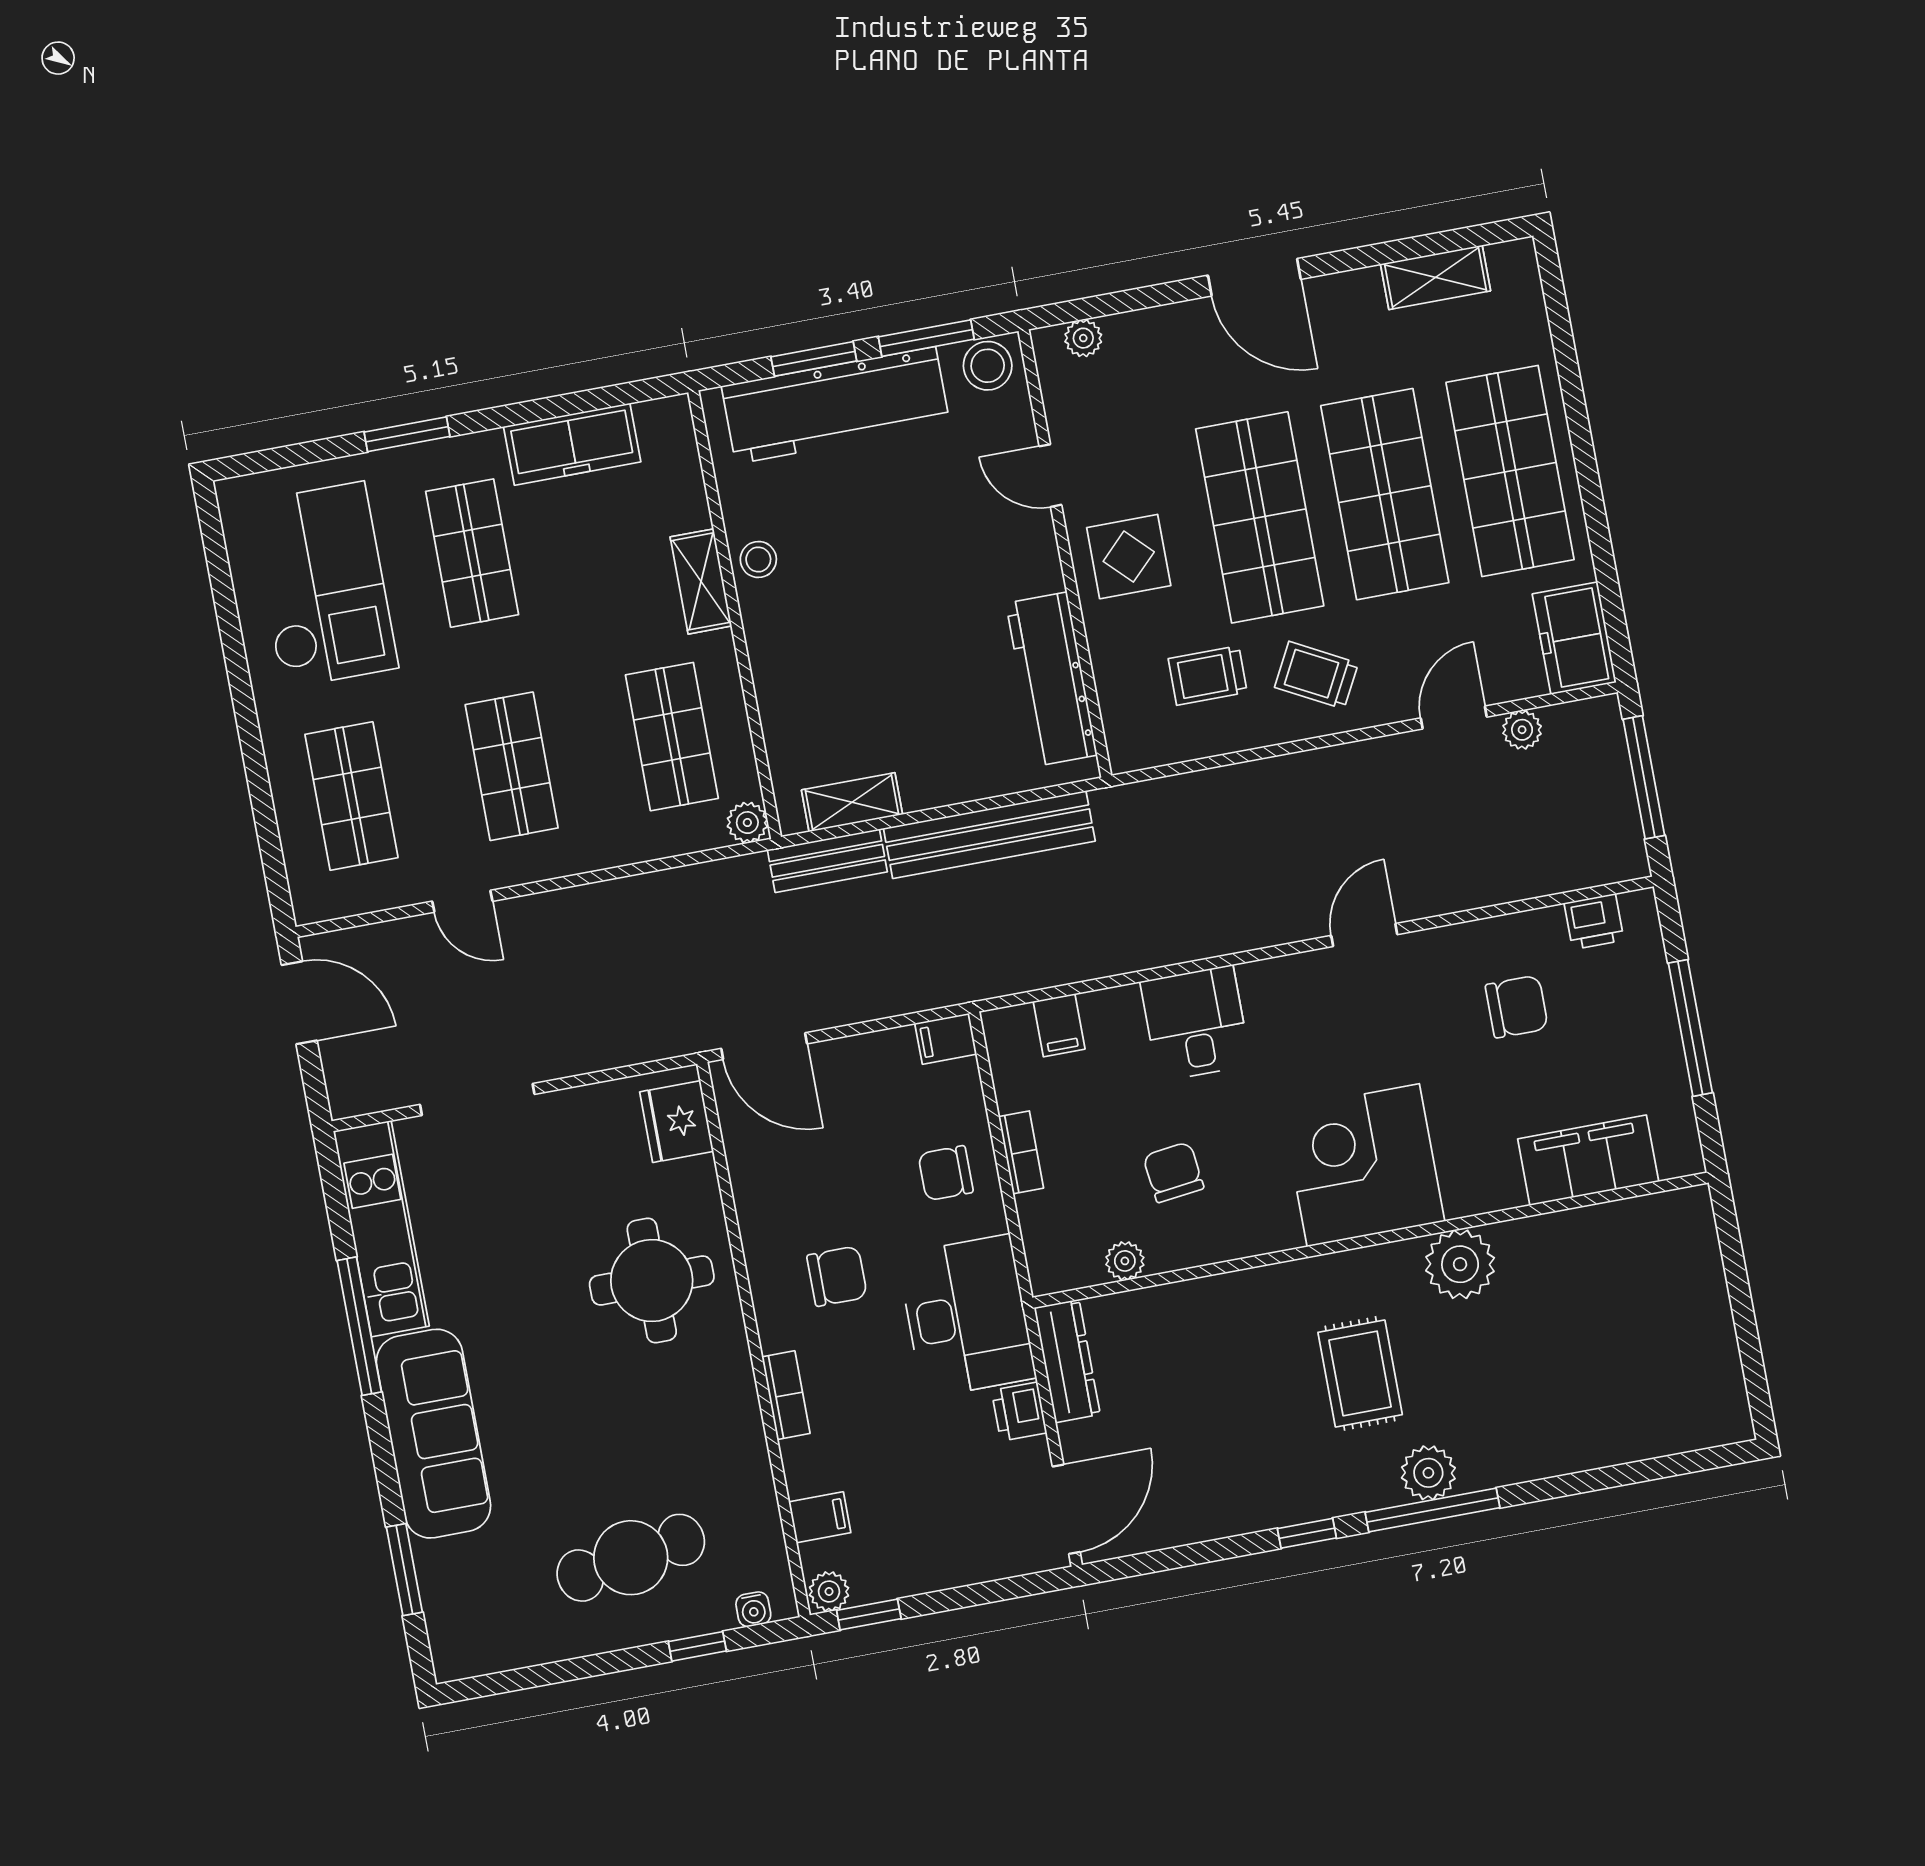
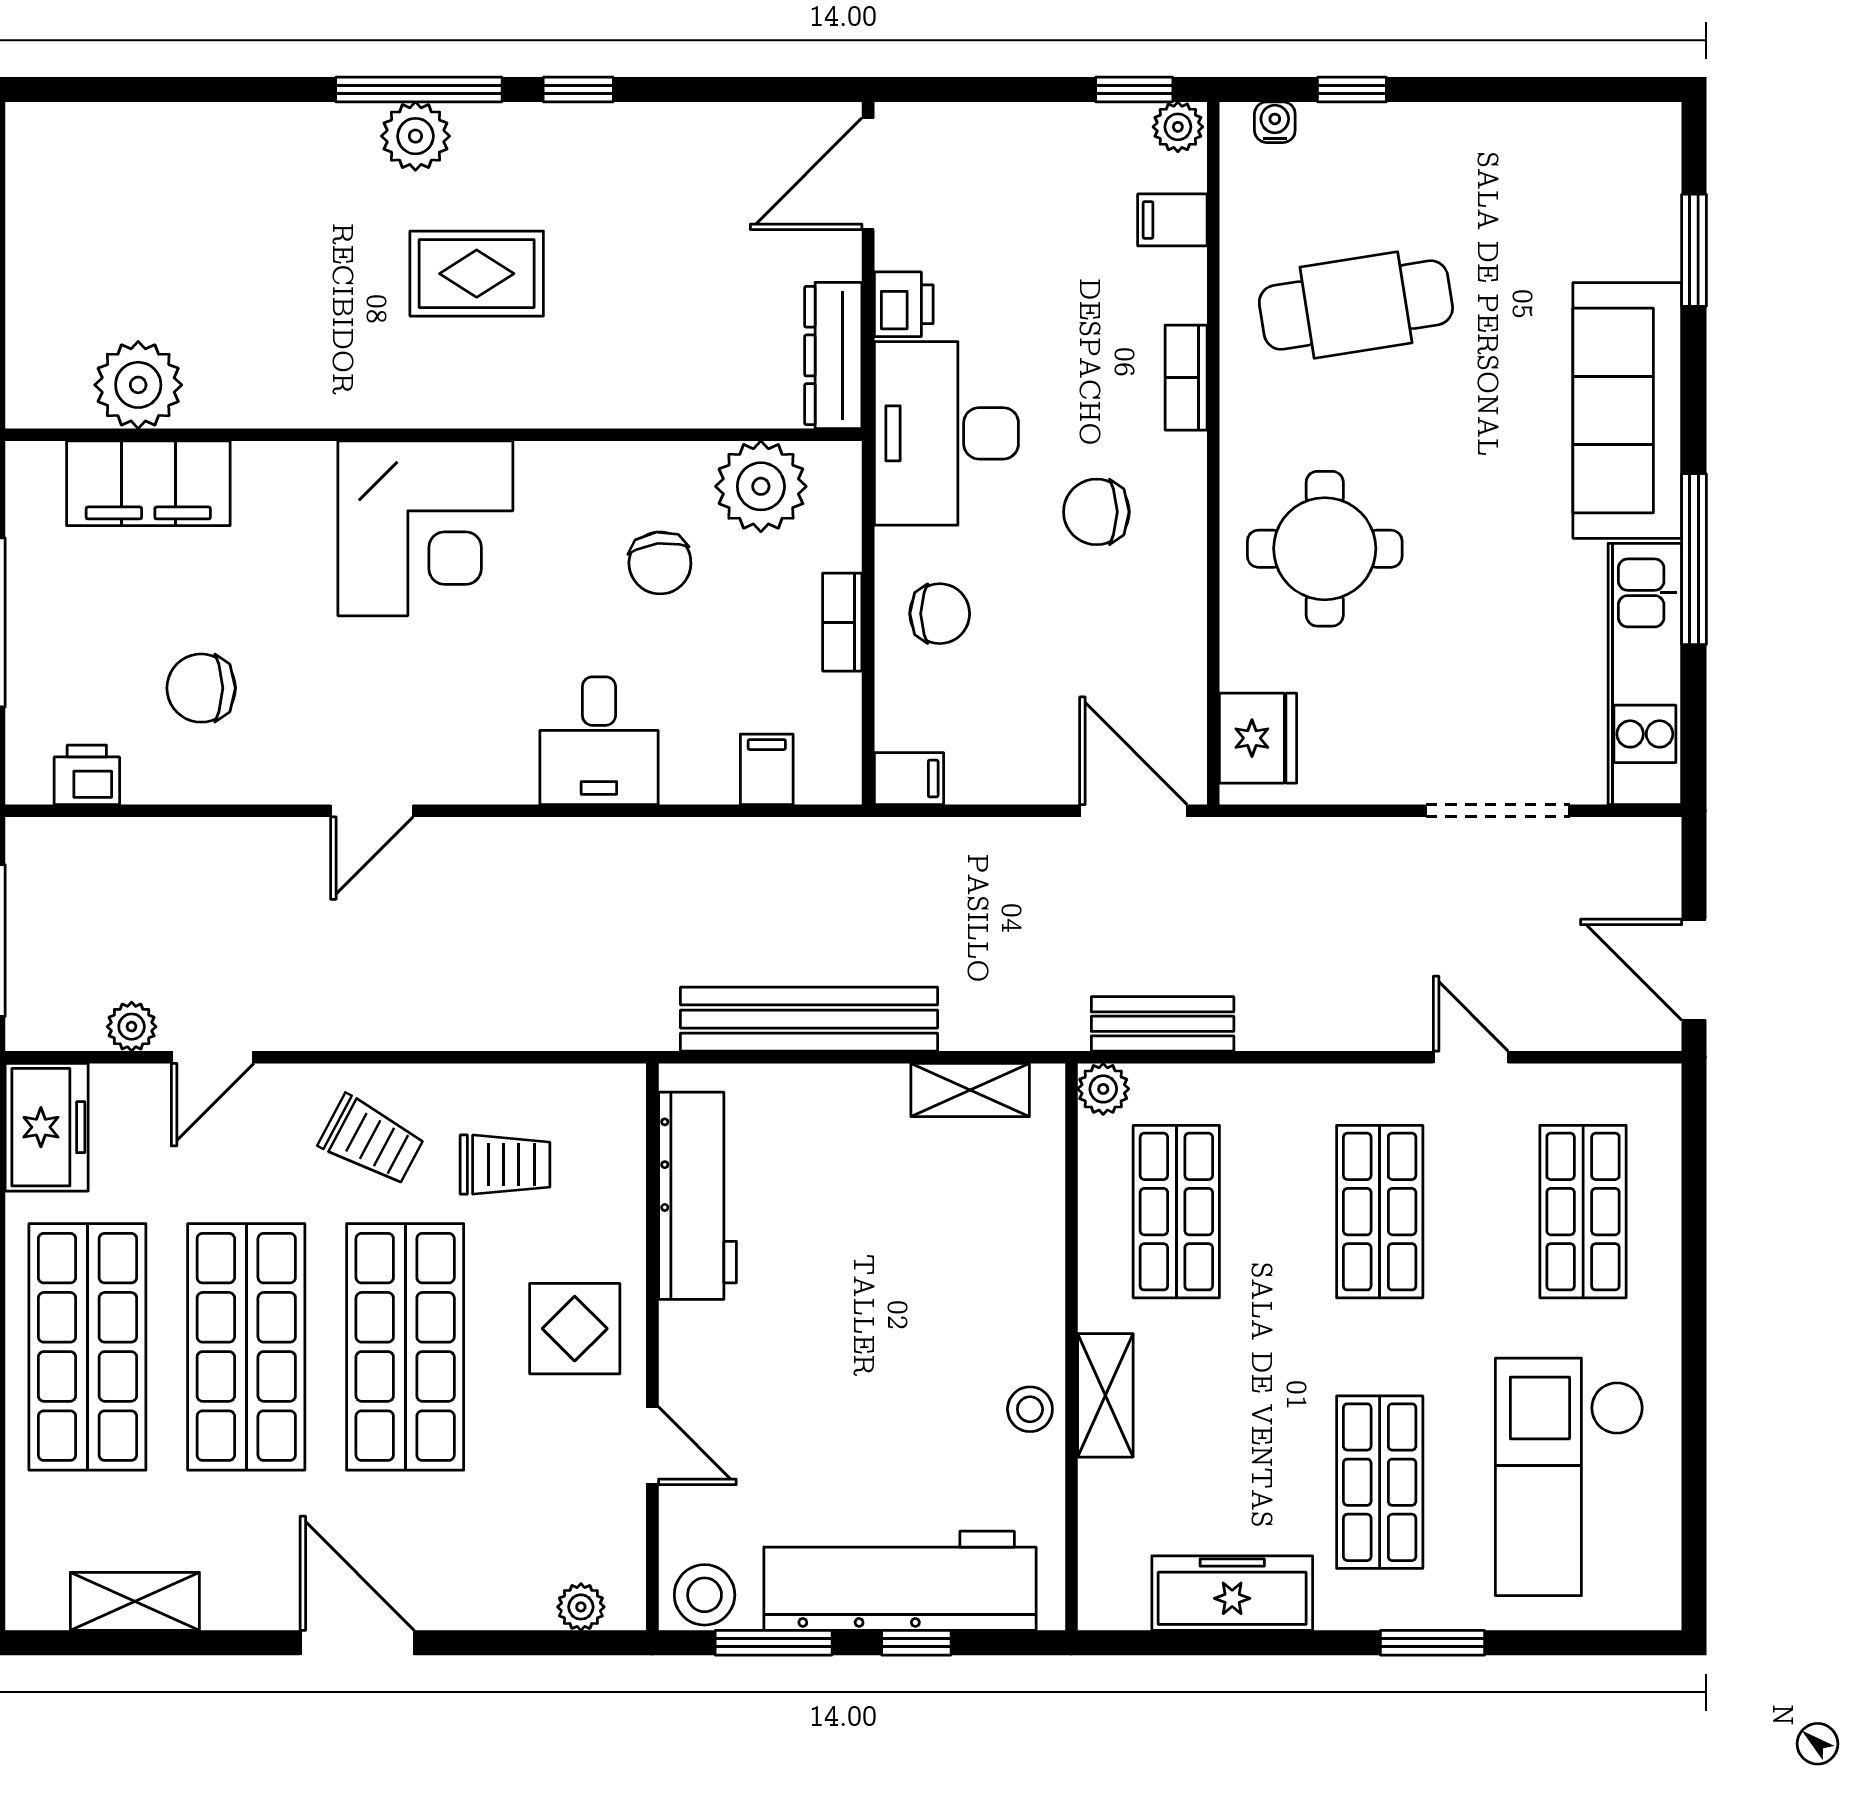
window: (814, 359) -> (916, 1643), width x0.67
bench: (827, 861) -> (1163, 1024), moved
plant: (1125, 1261) -> (761, 486), width x1.88, depth x1.88
plant: (1460, 1264) -> (138, 385), moved
rug: (1360, 1373) -> (477, 274), turned 90
cafe table: (631, 1558) -> (1356, 305), moved

